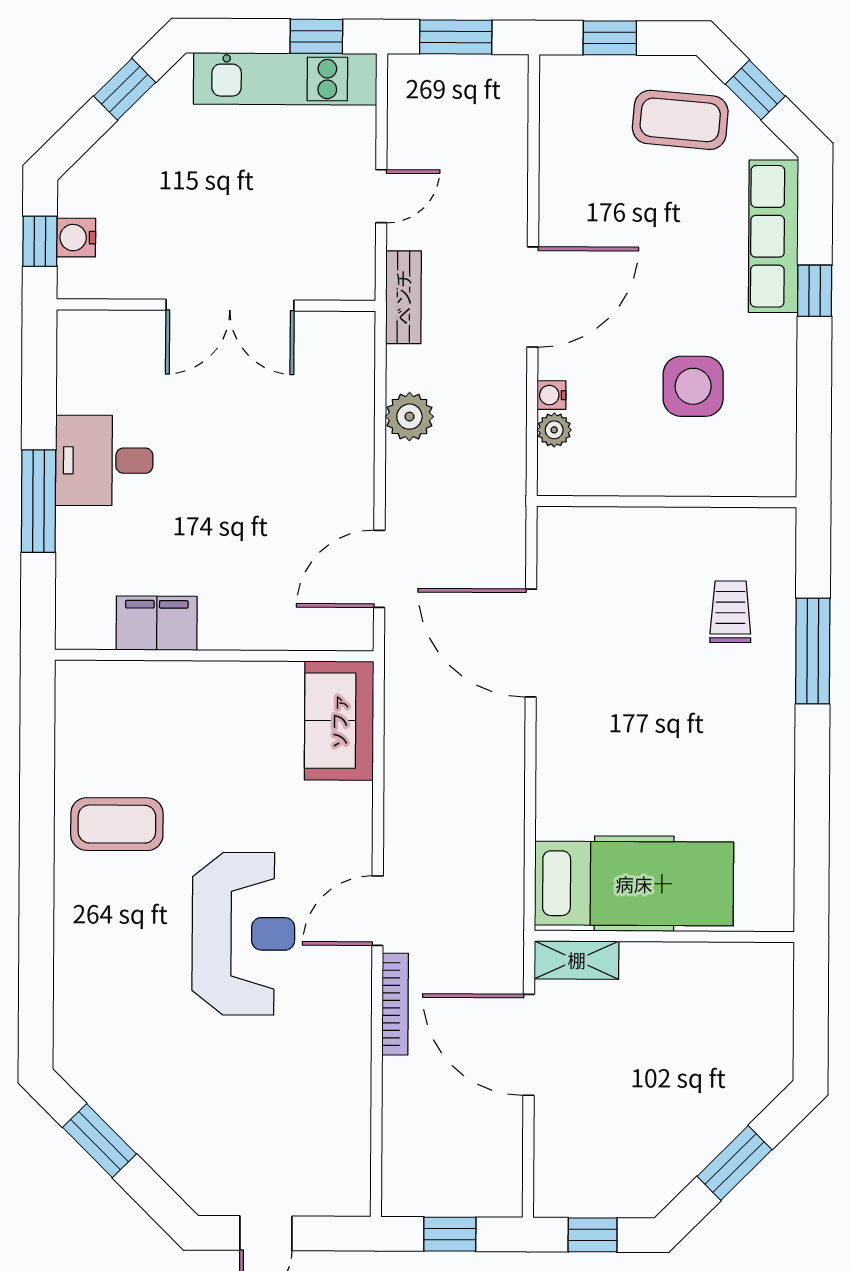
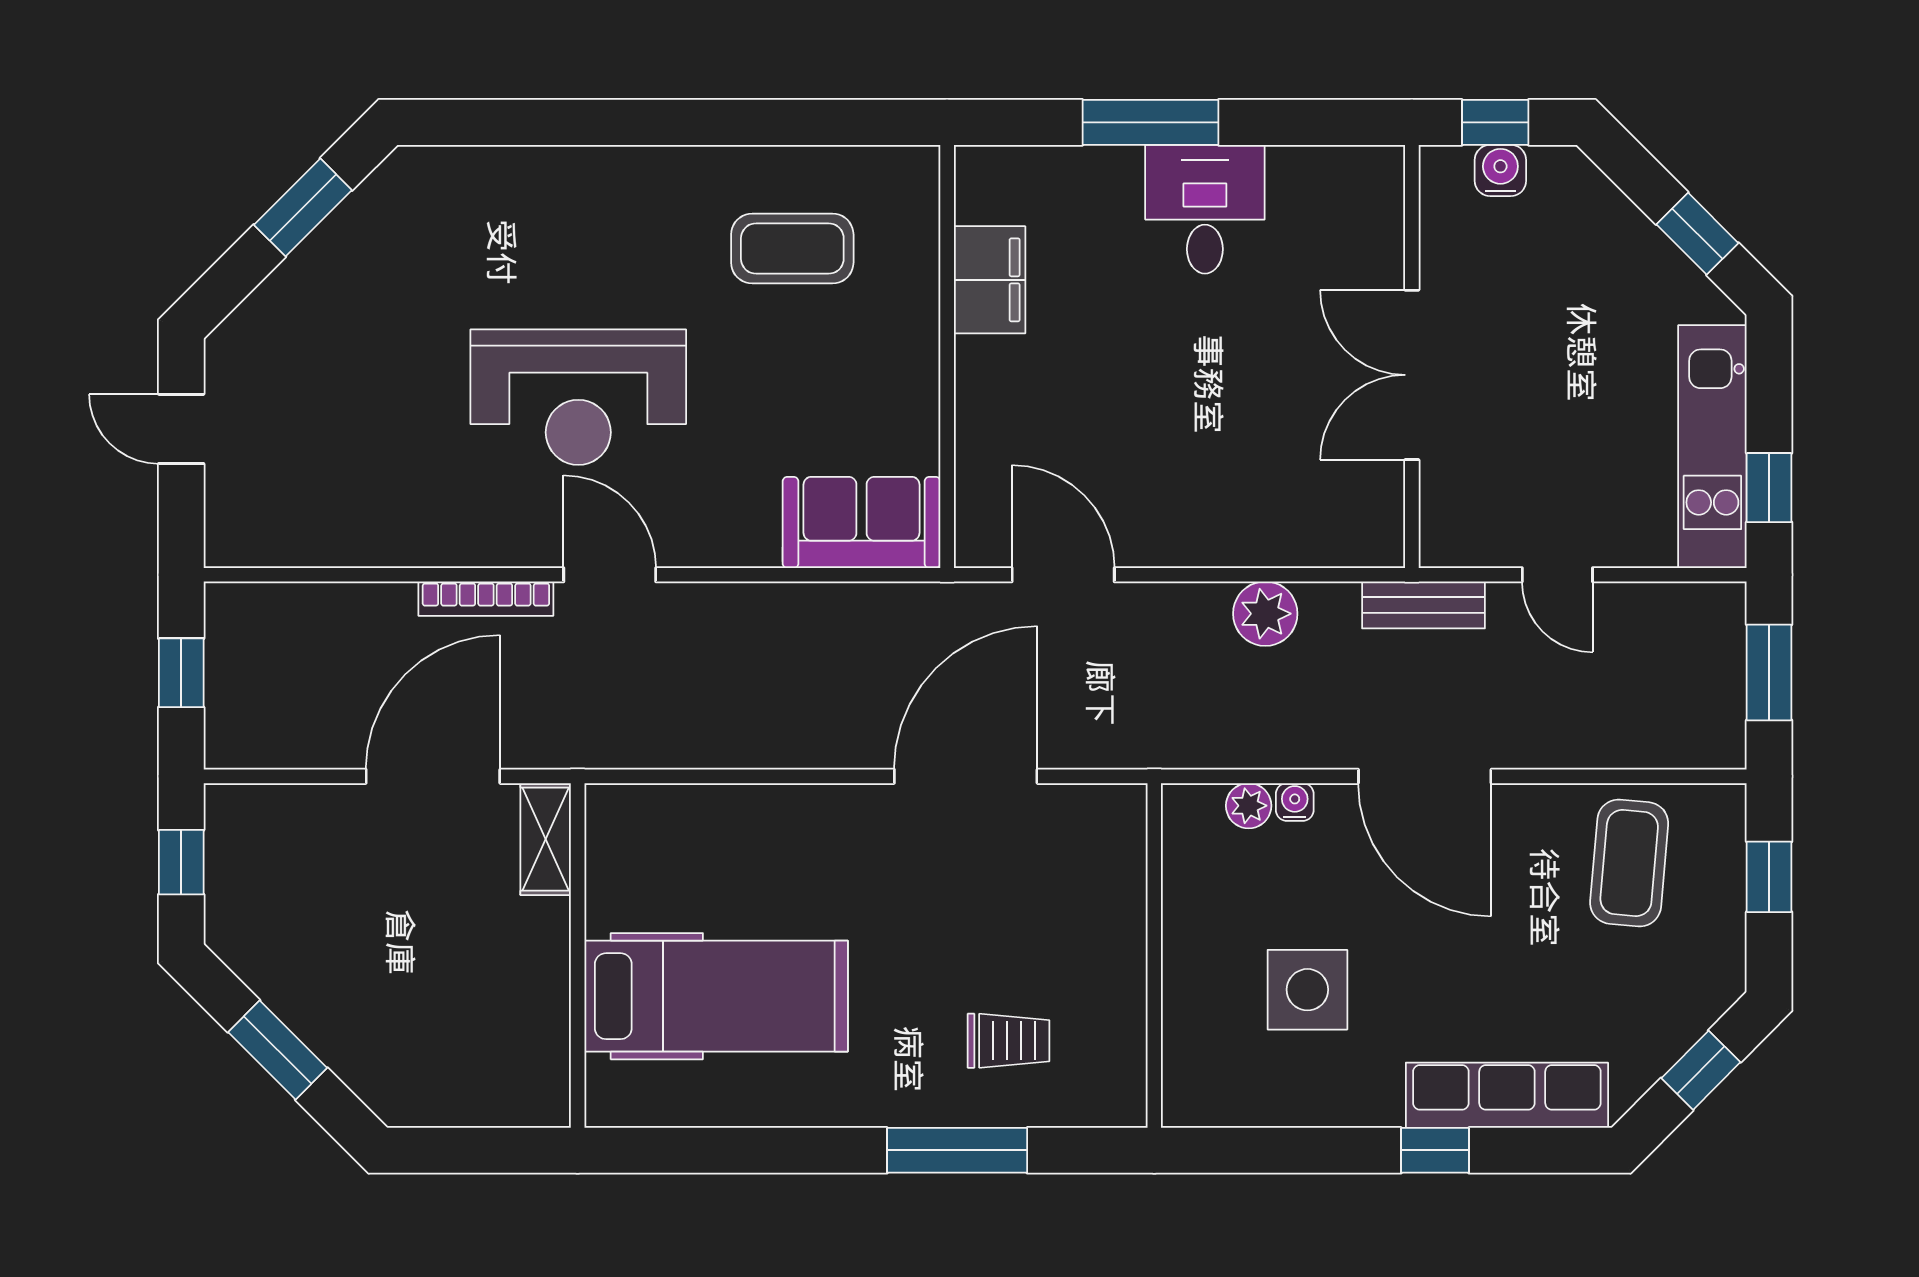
coffee table: (680, 120) -> (1629, 863), moved
coffee table: (117, 824) -> (792, 249), moved, turned 90
hospital bed: (634, 884) -> (716, 996), moved, turned -90

